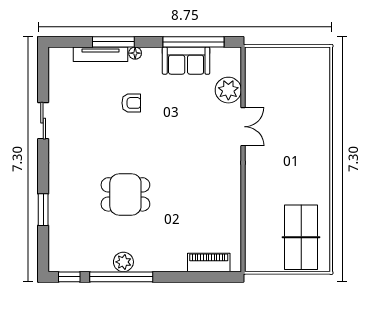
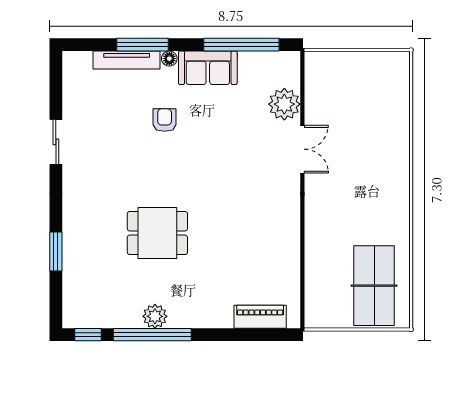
sofa: (186, 61) -> (208, 68), moved
armchair: (131, 103) -> (165, 120), turned -90

